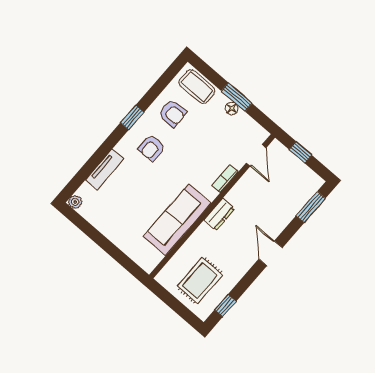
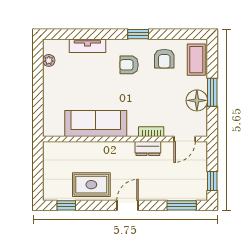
floor lamp: (232, 108) -> (197, 100), width x1.89, depth x1.89
window: (300, 152) -> (212, 181), moved
plant: (75, 202) -> (49, 60), moved
dresser: (219, 214) -> (148, 149), moved
rug: (200, 281) -> (91, 185), moved

